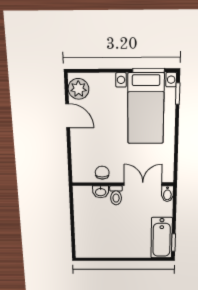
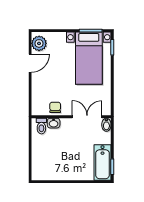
door: (68, 116) -> (30, 63), hinge flipped
toilet: (116, 195) -> (41, 126), moved

